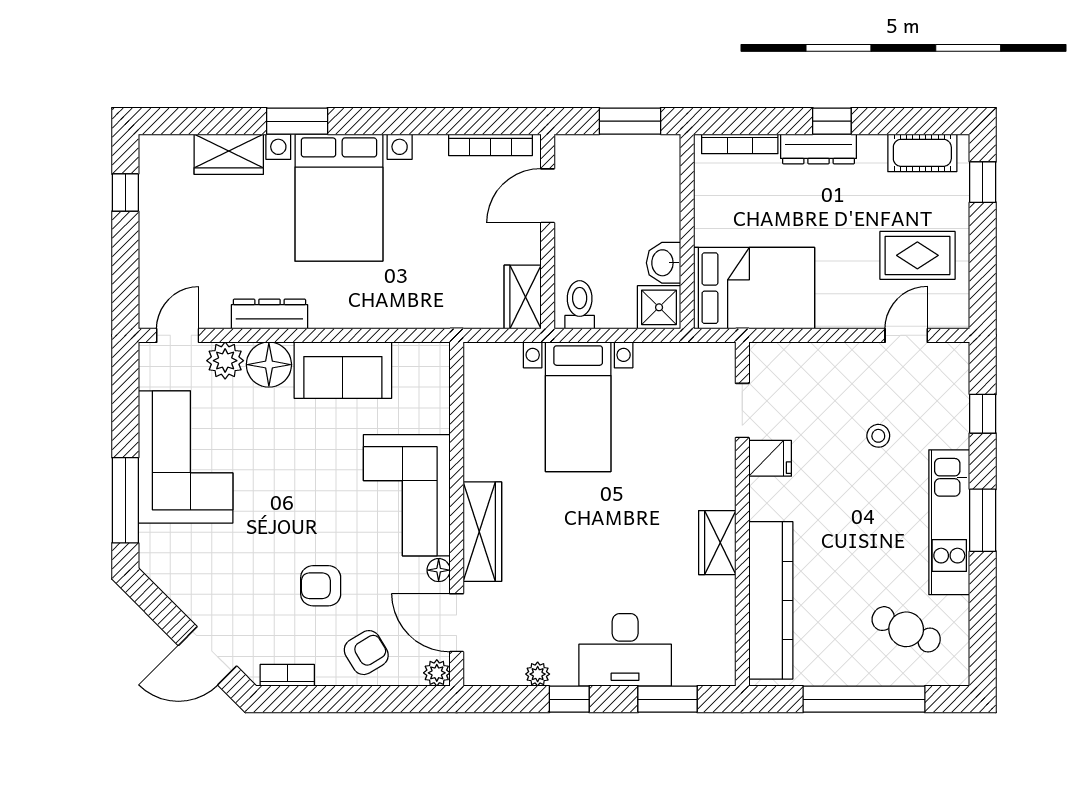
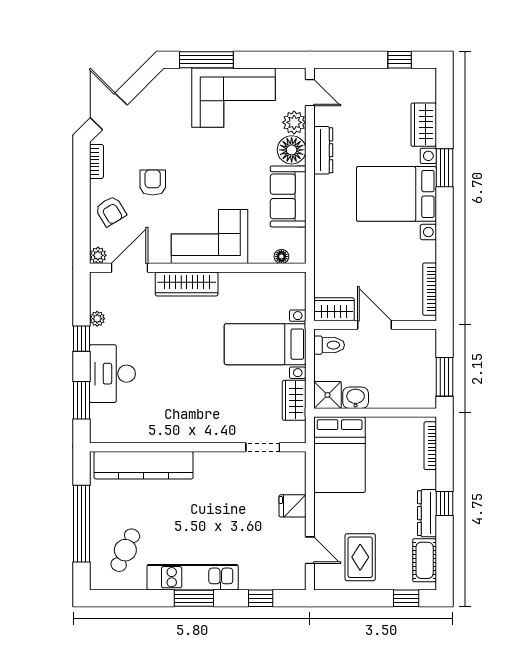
dresser: (819, 149) -> (427, 513), moved
door: (548, 196) -> (375, 325), moved
stool: (878, 436) -> (247, 533), removed
fridge: (770, 458) -> (292, 506), moved, turned 90
wardrobe: (717, 543) -> (294, 400), moved, turned -90
floor lamp: (439, 570) -> (281, 256), moved

